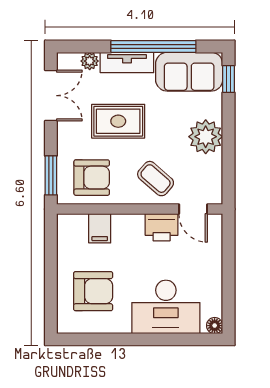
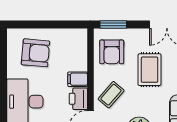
filing cabinet: (100, 228) -> (78, 79), moved
armchair: (93, 291) -> (35, 53), turned -85

